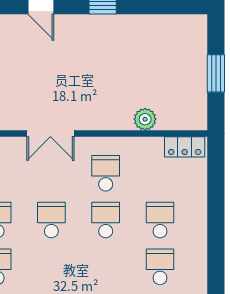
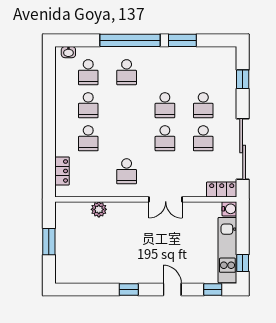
double door: (50, 134) -> (166, 199), swing flipped
locker: (185, 147) -> (62, 171), moved, turned 90
school desk: (106, 220) -> (165, 105), moved

